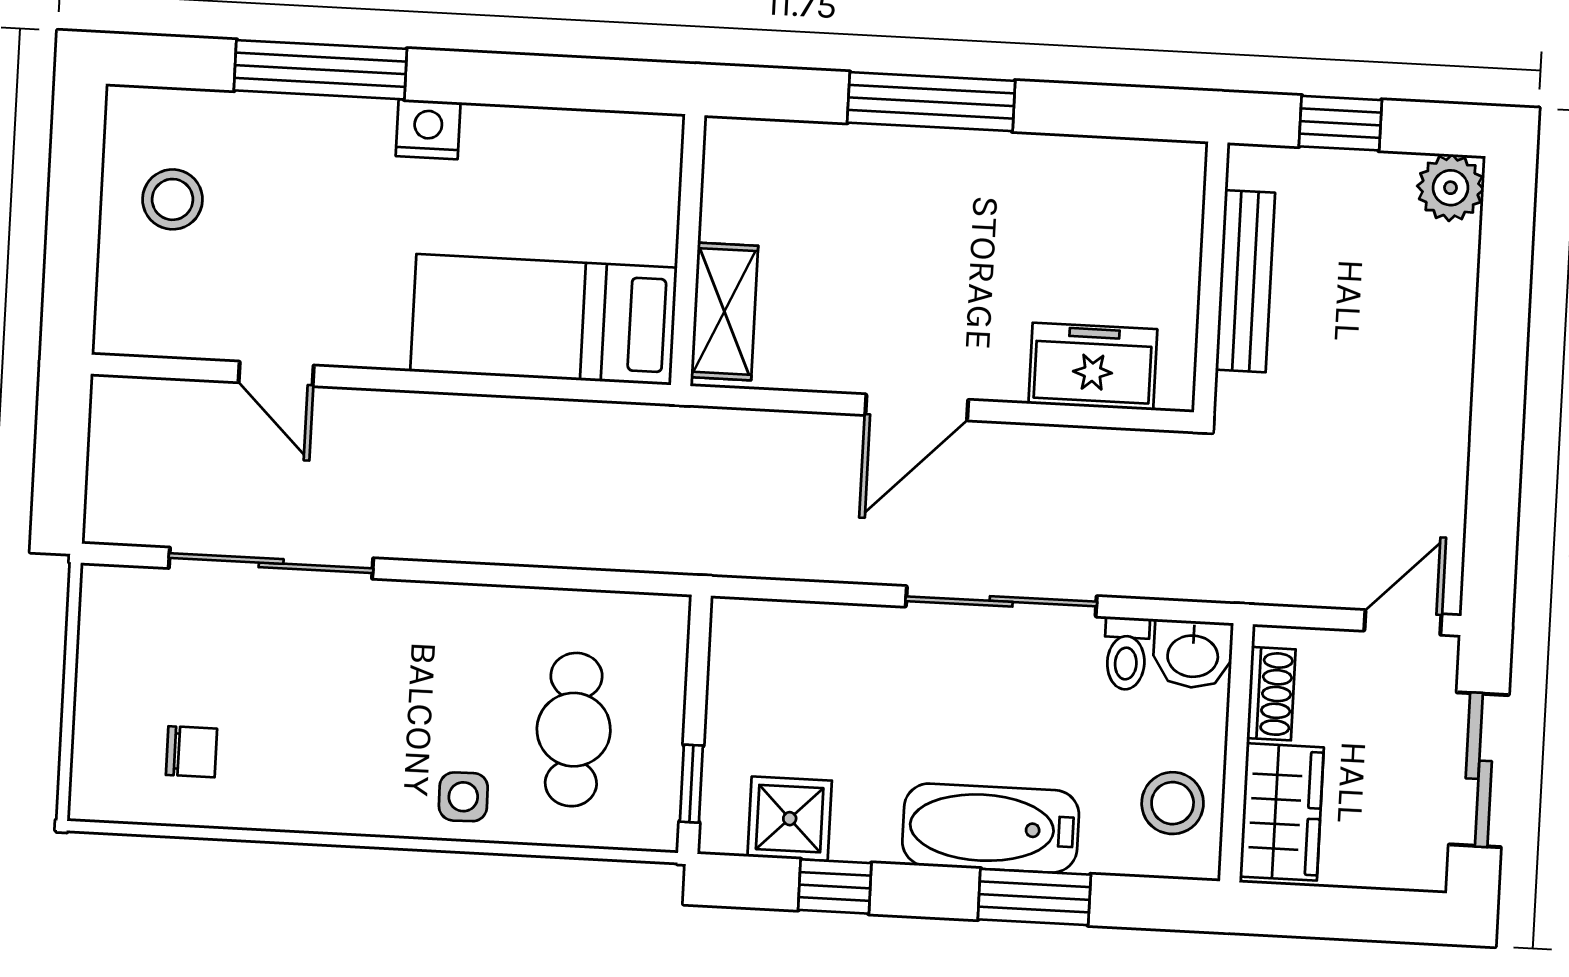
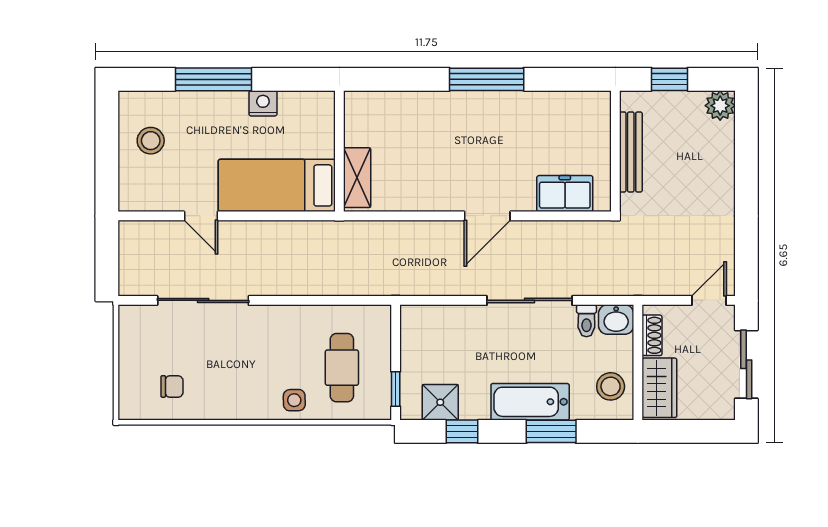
wall: (688, 250) -> (339, 151), moved
shelving: (724, 311) -> (357, 178), moved
bed: (544, 319) -> (277, 185), moved

